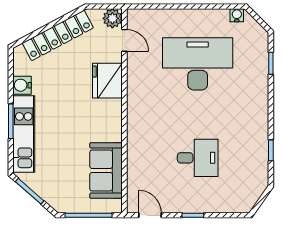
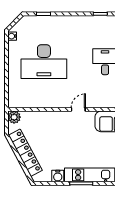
door: (124, 40) -> (78, 109), moved
desk: (198, 64) -> (44, 62), turned -90
fridge: (107, 81) -> (55, 120), removed

